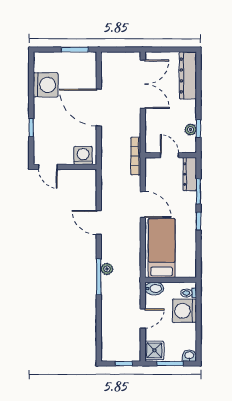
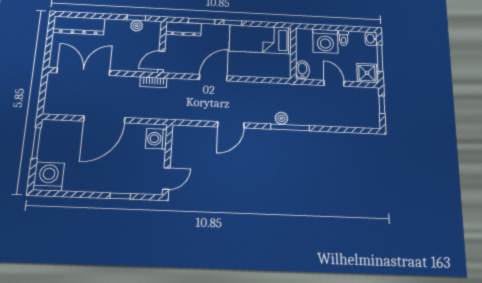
washing machine: (46, 85) -> (49, 177), moved
door: (169, 155) -> (161, 60), moved
bookcase: (136, 156) -> (153, 82), width x0.64
bed: (162, 248) -> (260, 39), moved
toilet: (189, 293) -> (344, 38), moved

